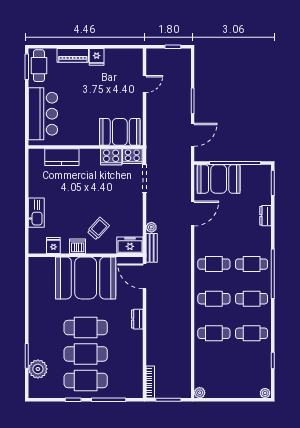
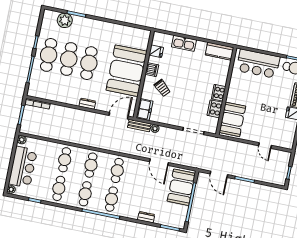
cooker: (132, 156) -> (219, 93), moved
kitchen counter: (62, 157) -> (219, 51), moved, turned -90
bar counter: (234, 384) -> (23, 167), added

